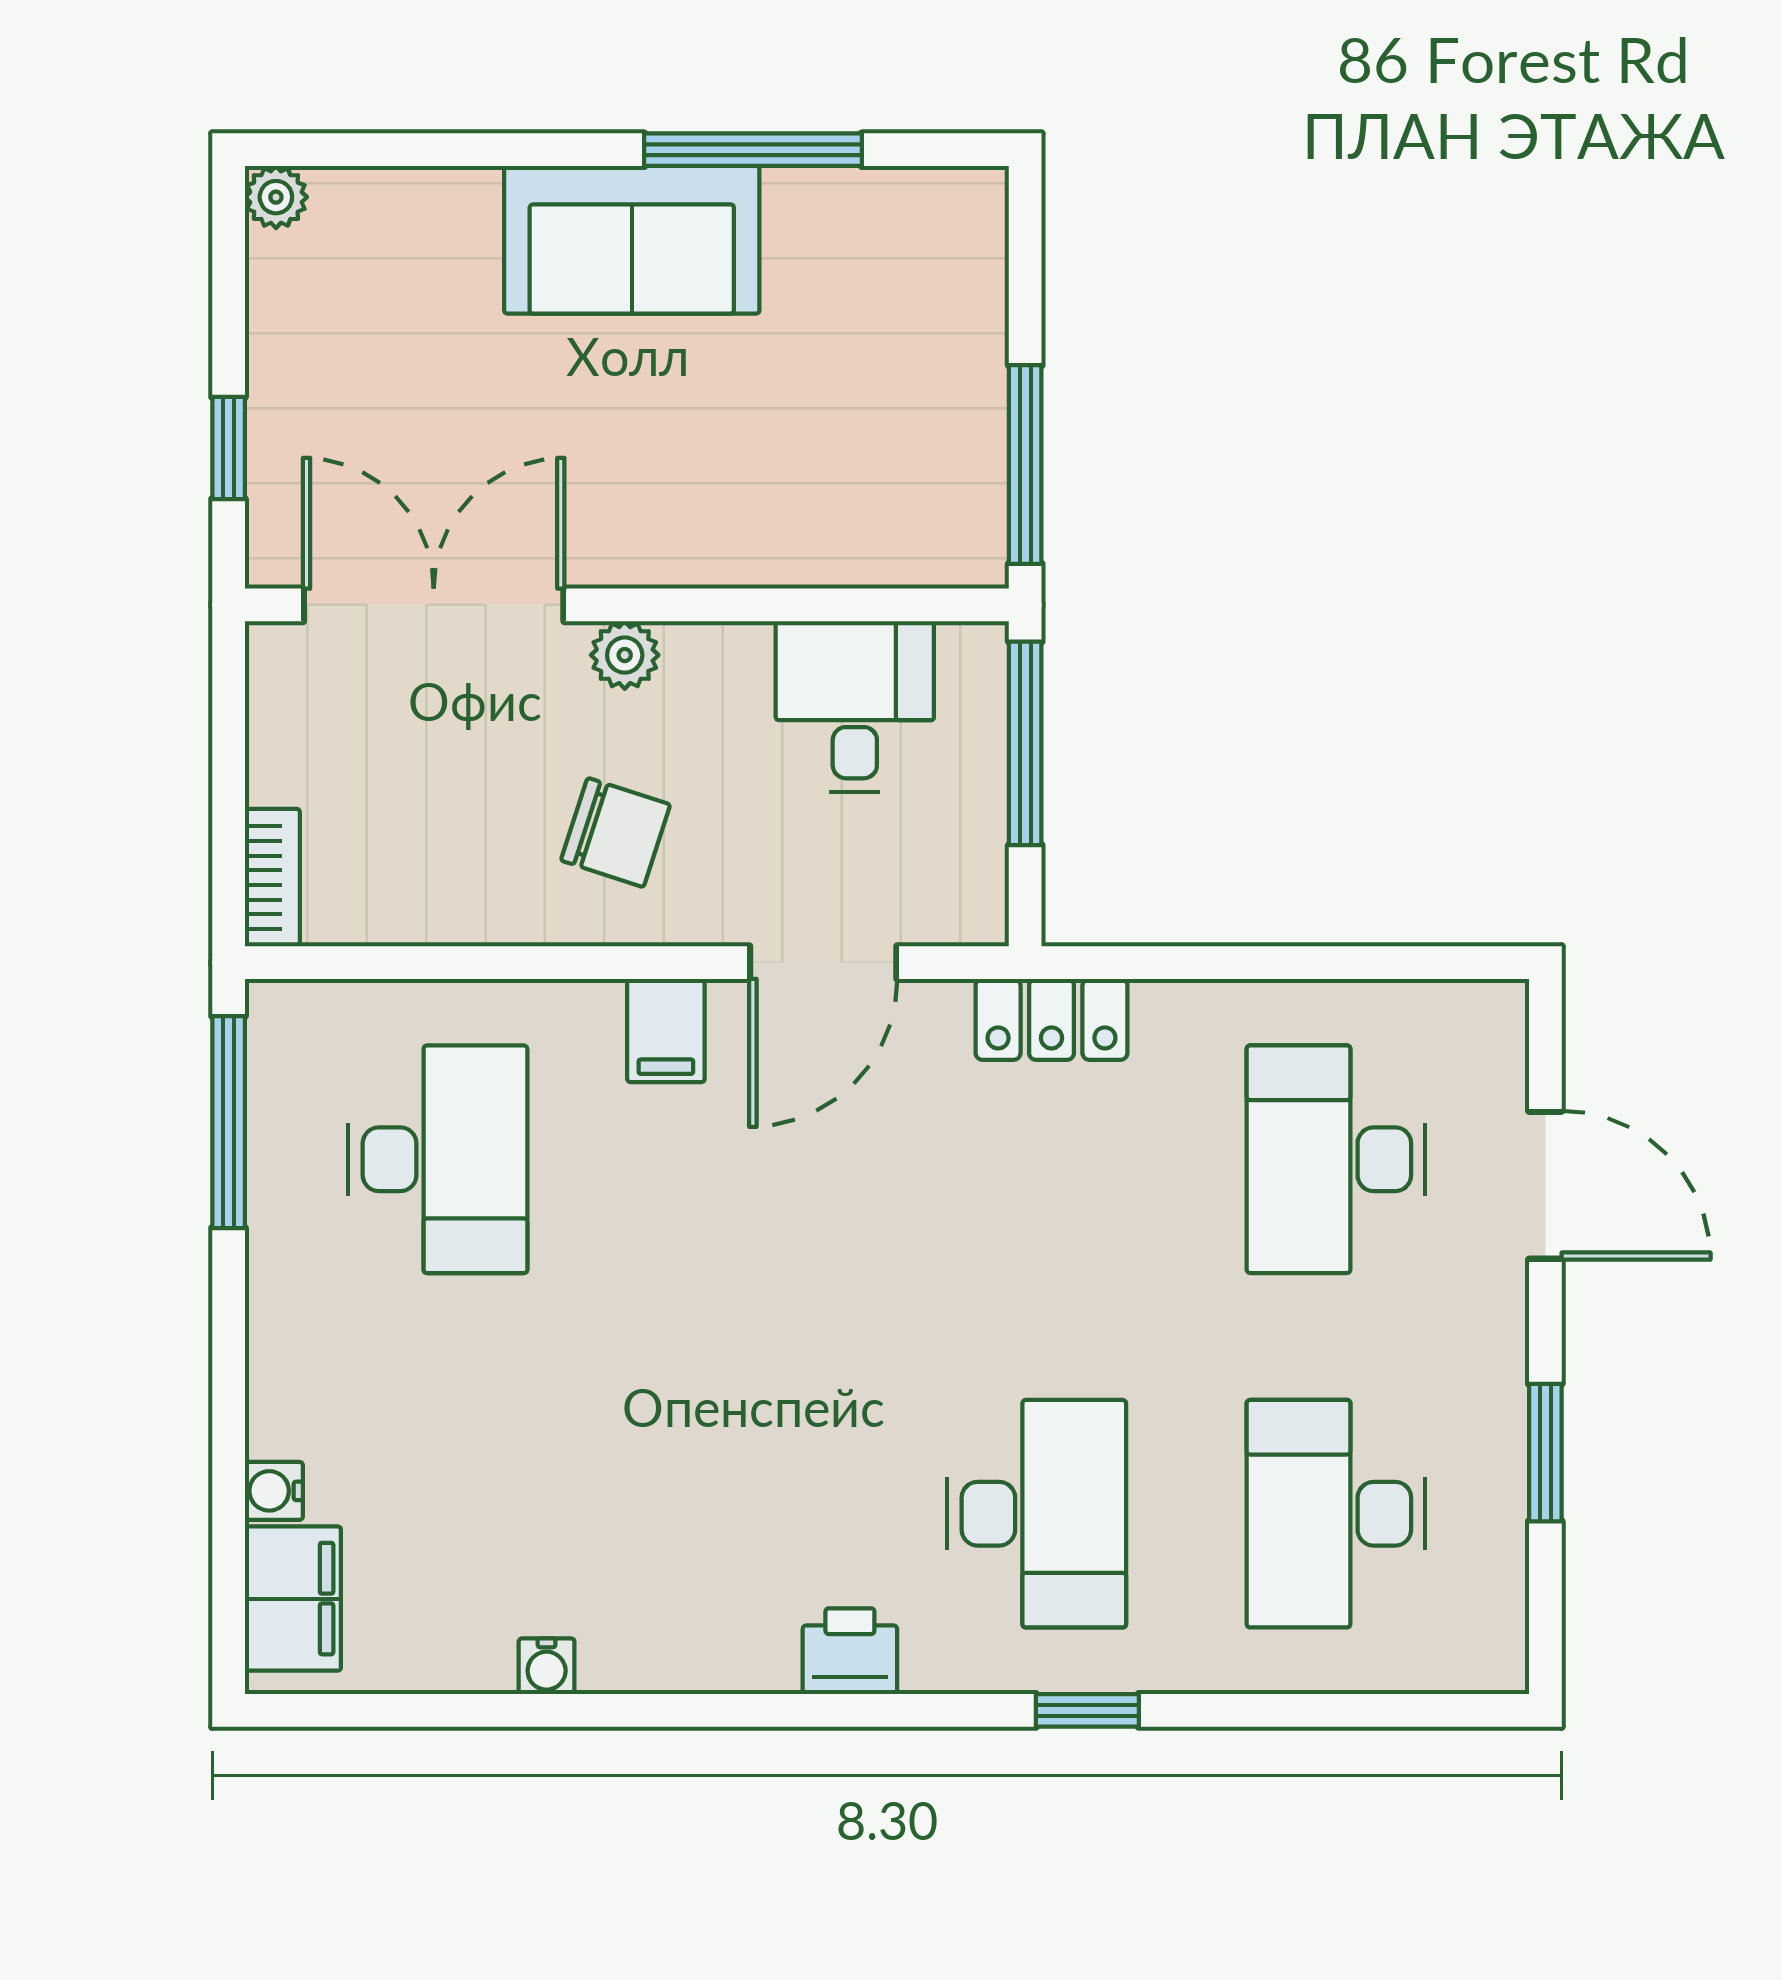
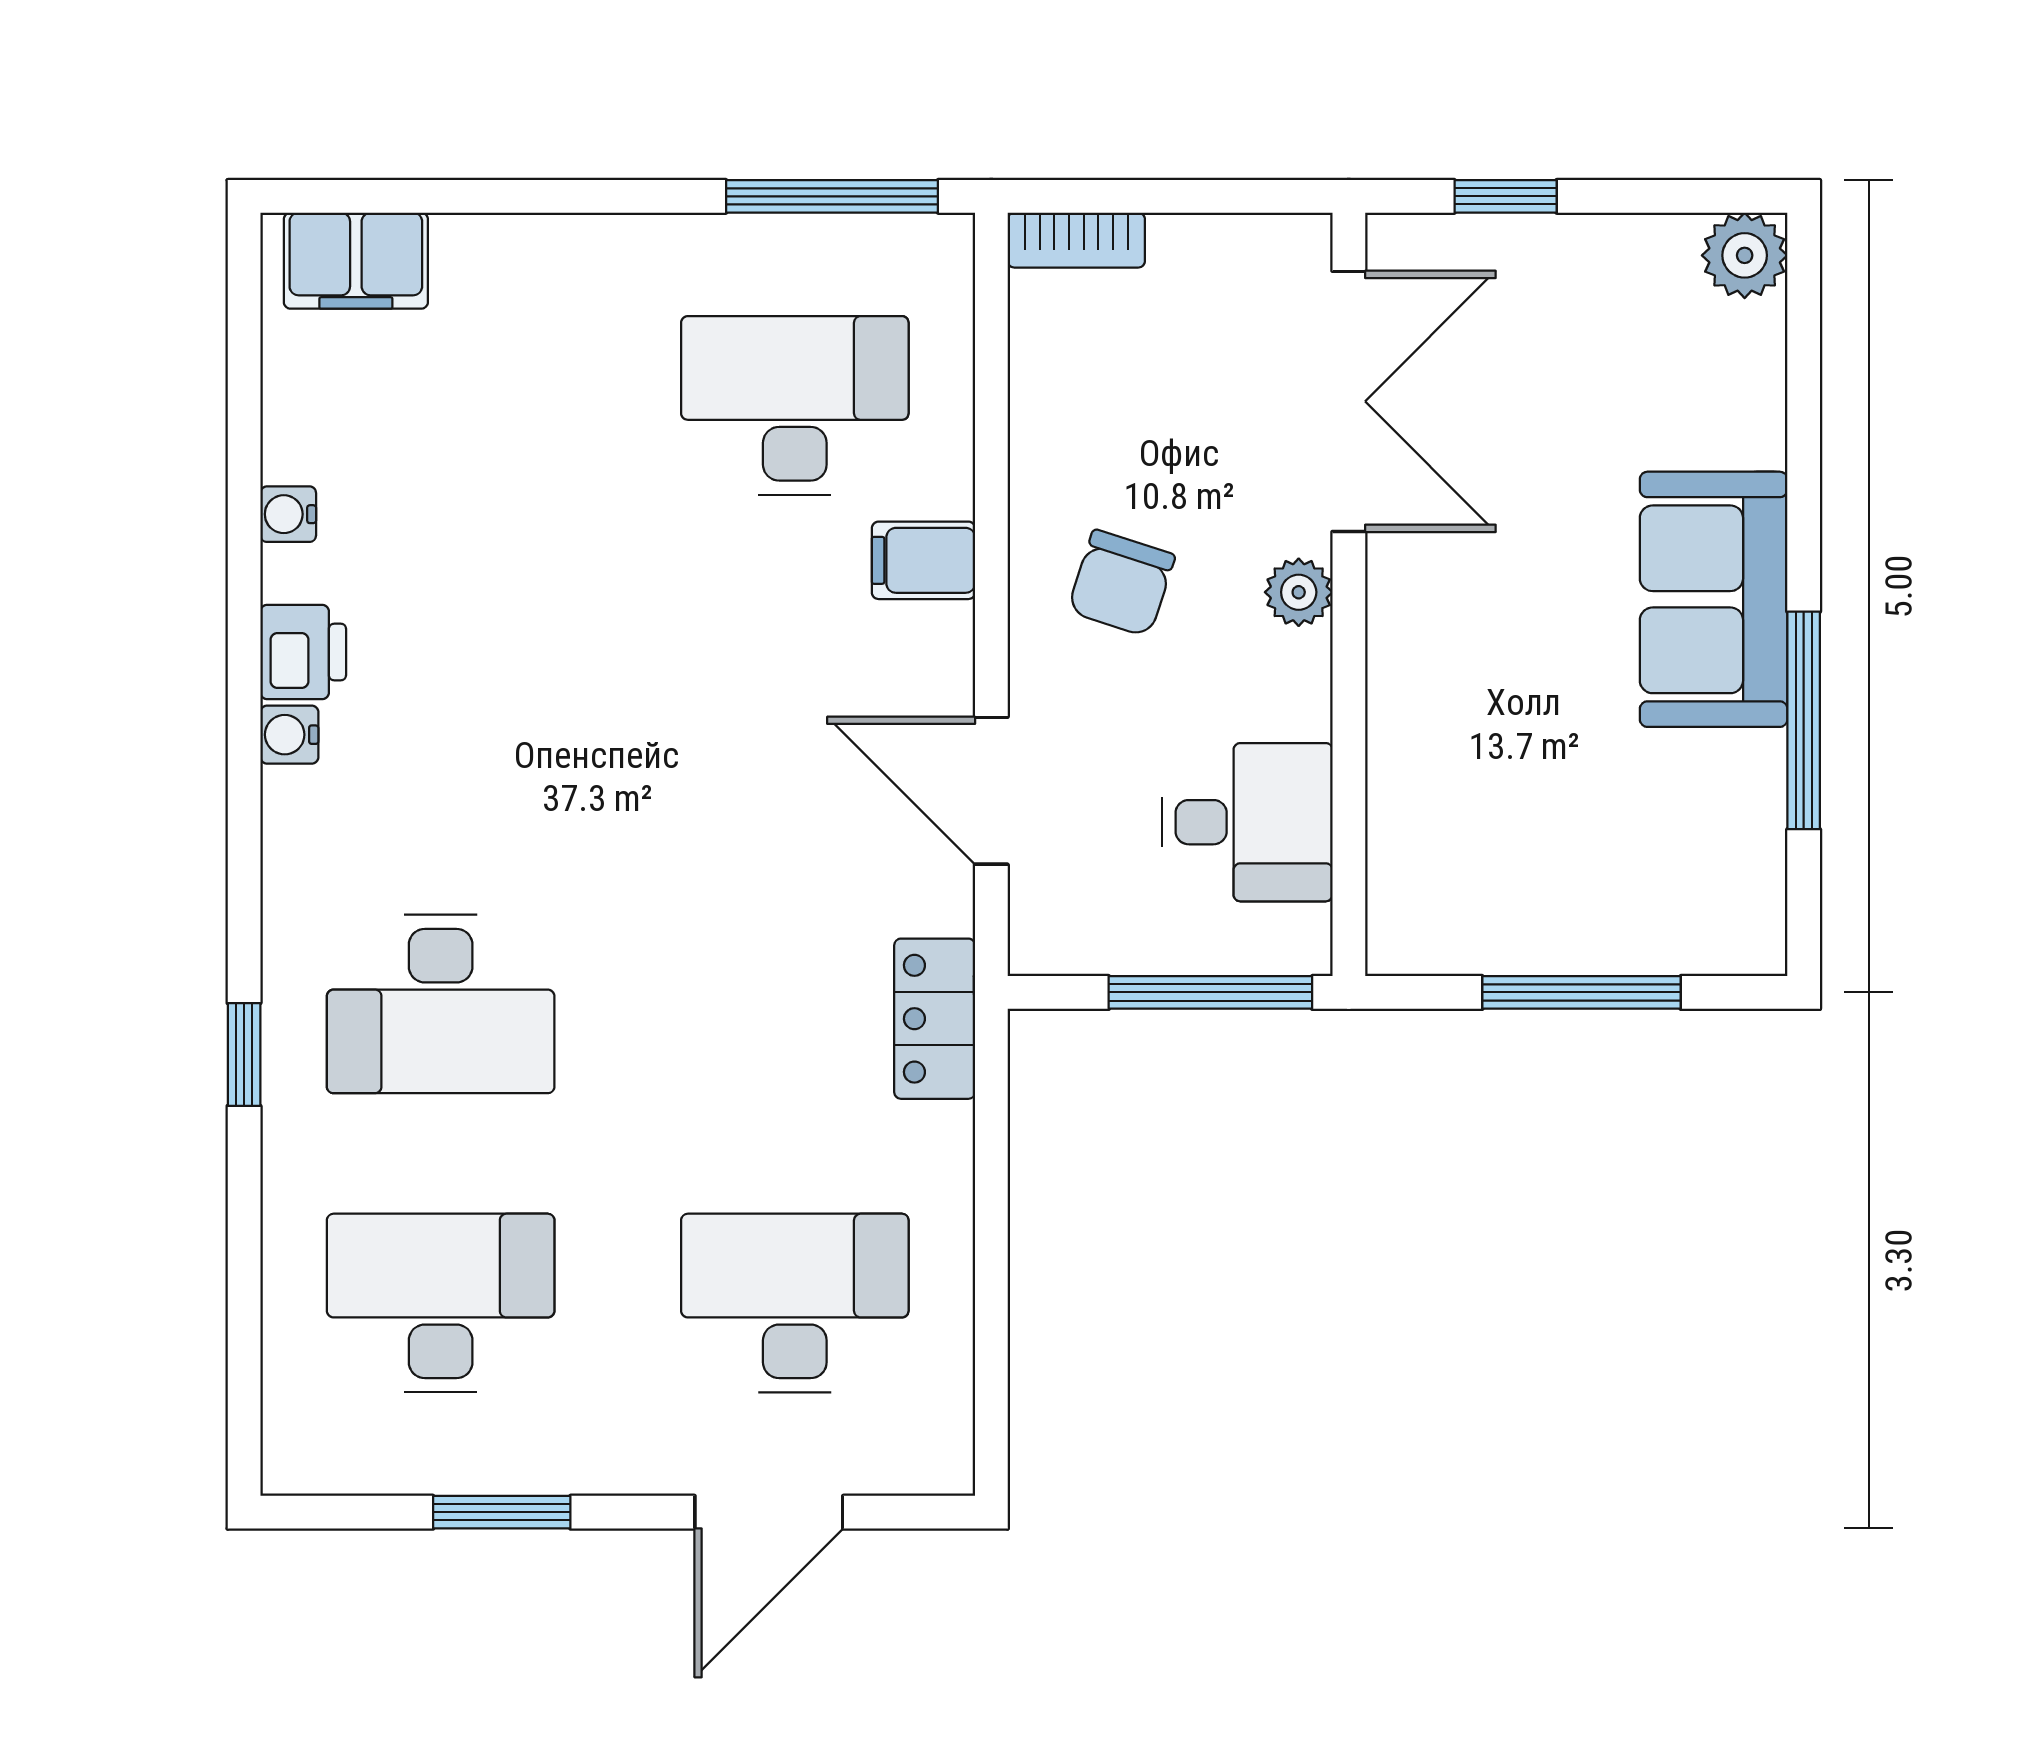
plant: (276, 197) -> (1745, 255), width x1.38, depth x1.38
window: (1025, 465) -> (1581, 992), moved
filing cabinet: (666, 1030) -> (924, 560), moved
desk: (438, 1159) -> (795, 406), turned 180
water cooler: (274, 1491) -> (289, 735), moved, turned -90
printer: (850, 1651) -> (303, 652), moved

